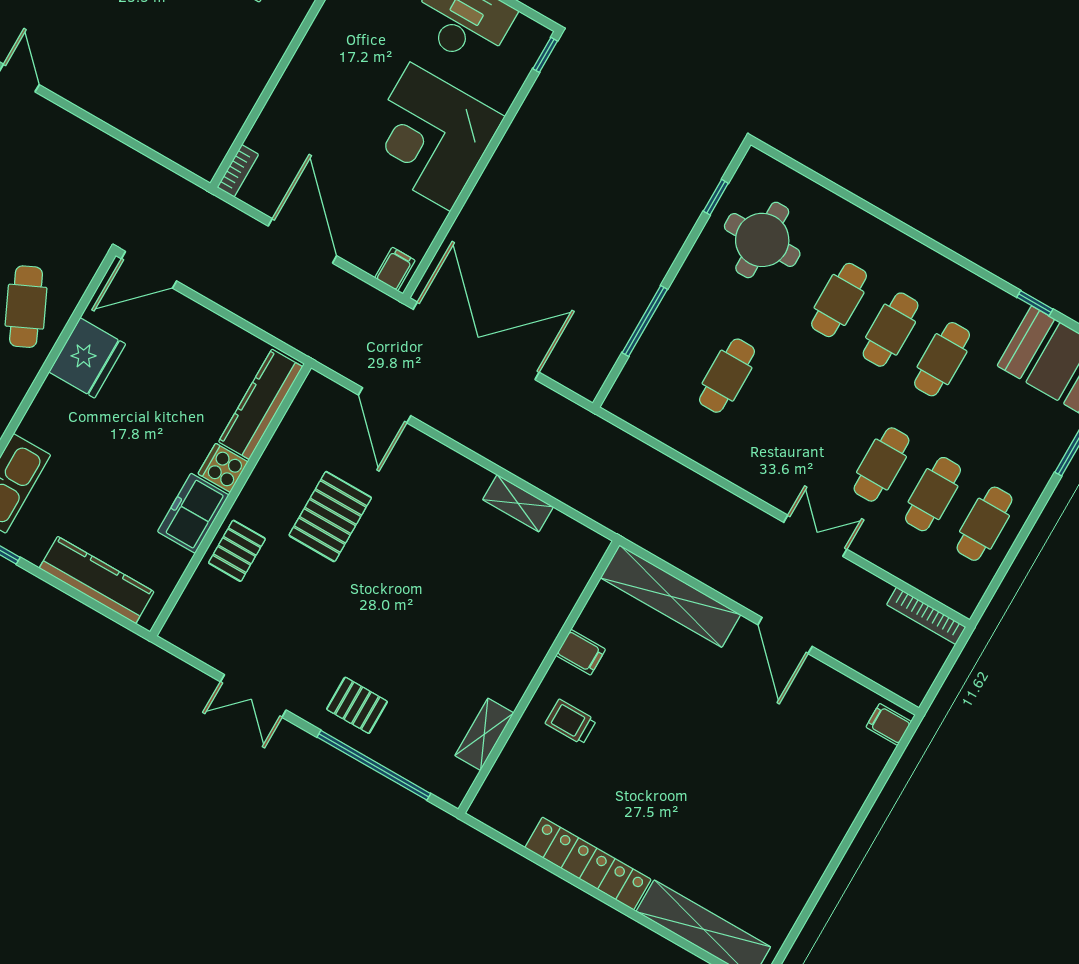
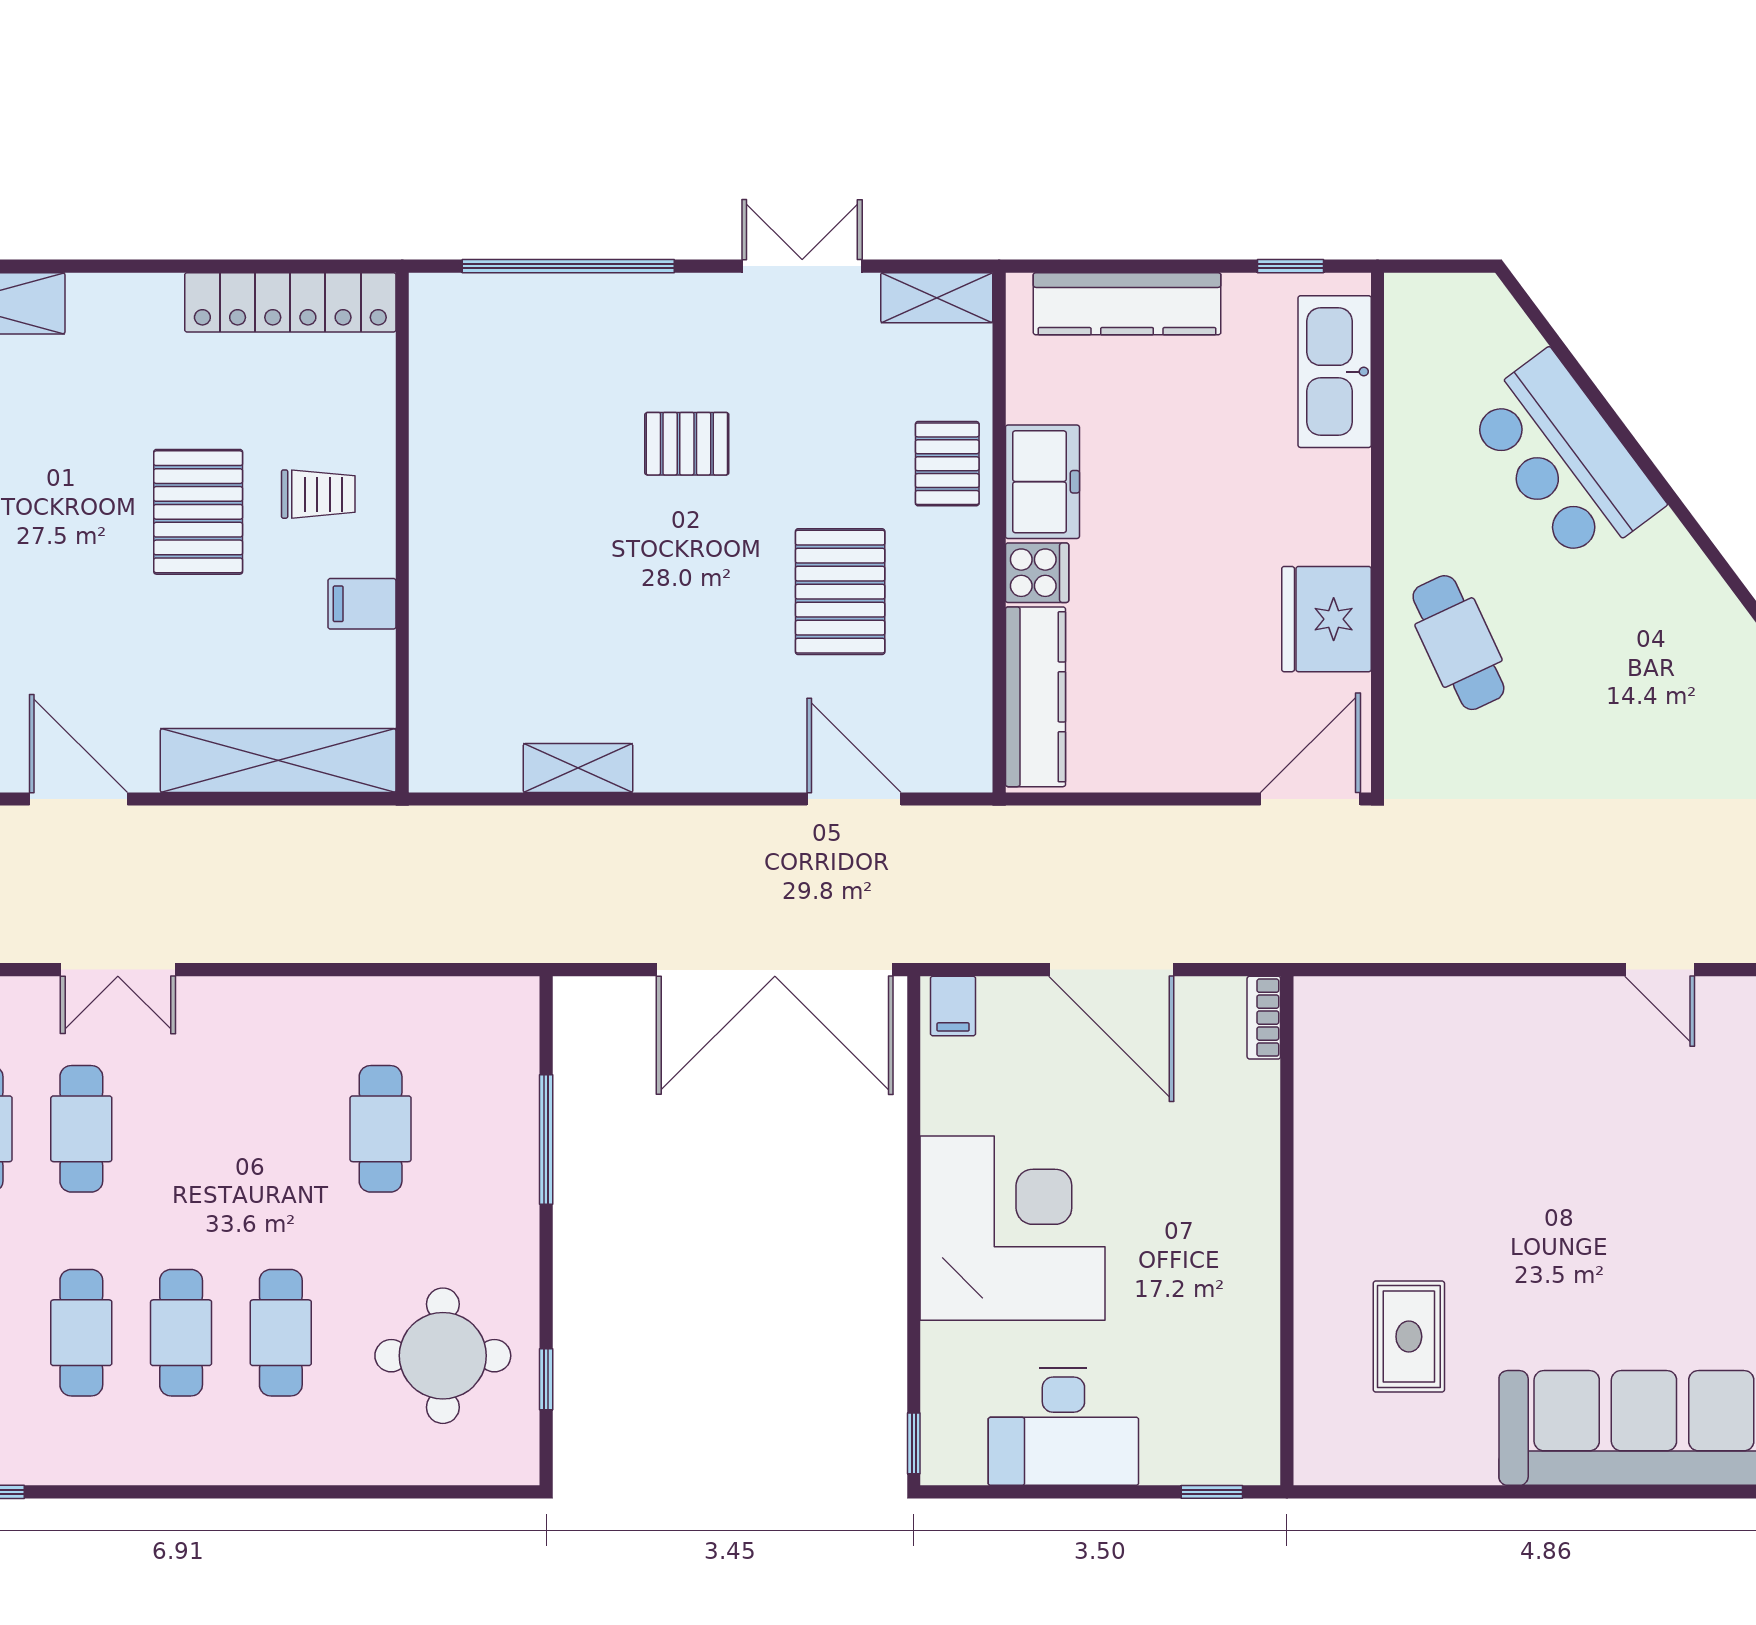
pallet: (357, 705) -> (687, 444), moved
shelving: (484, 734) -> (937, 298), moved, turned 90
pallet: (638, 748) -> (198, 512), added
locker: (588, 864) -> (290, 302), moved

